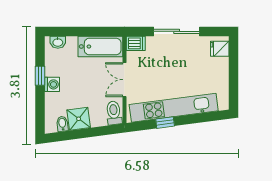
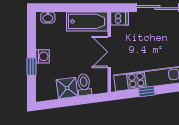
window: (40, 76) -> (31, 66), moved
toilet: (114, 113) -> (84, 85), moved
bidet: (62, 124) -> (52, 93), removed

